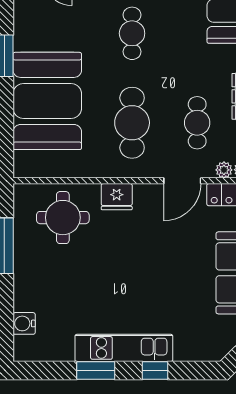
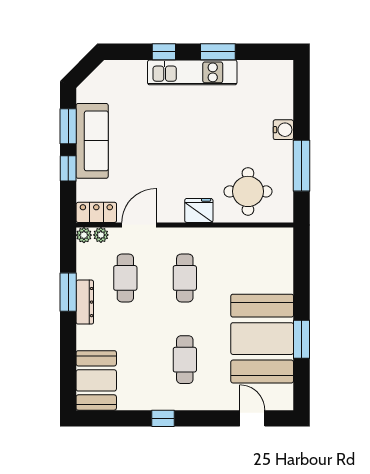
booth: (47, 101) -> (262, 339), moved
cafe table: (132, 123) -> (185, 278), width x0.73, depth x0.74
water cooler: (24, 323) -> (283, 130), moved

